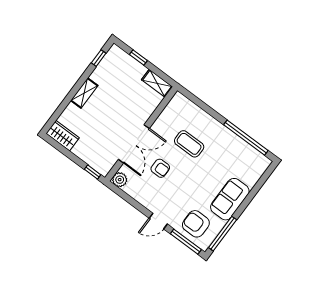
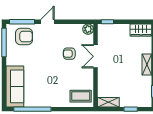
double door: (134, 144) -> (96, 56), width x0.73
coffee table: (189, 144) -> (81, 96), moved
sofa: (230, 199) -> (15, 86), moved, width x1.36

